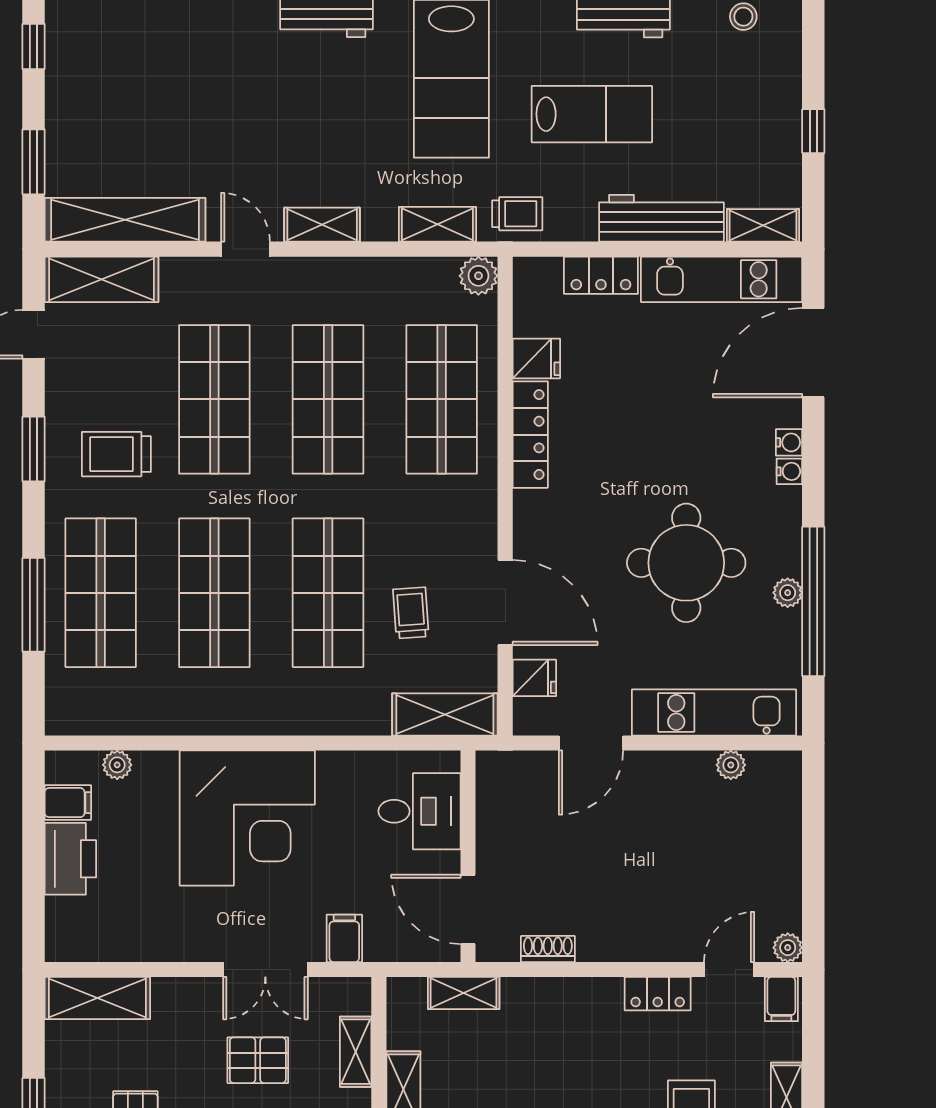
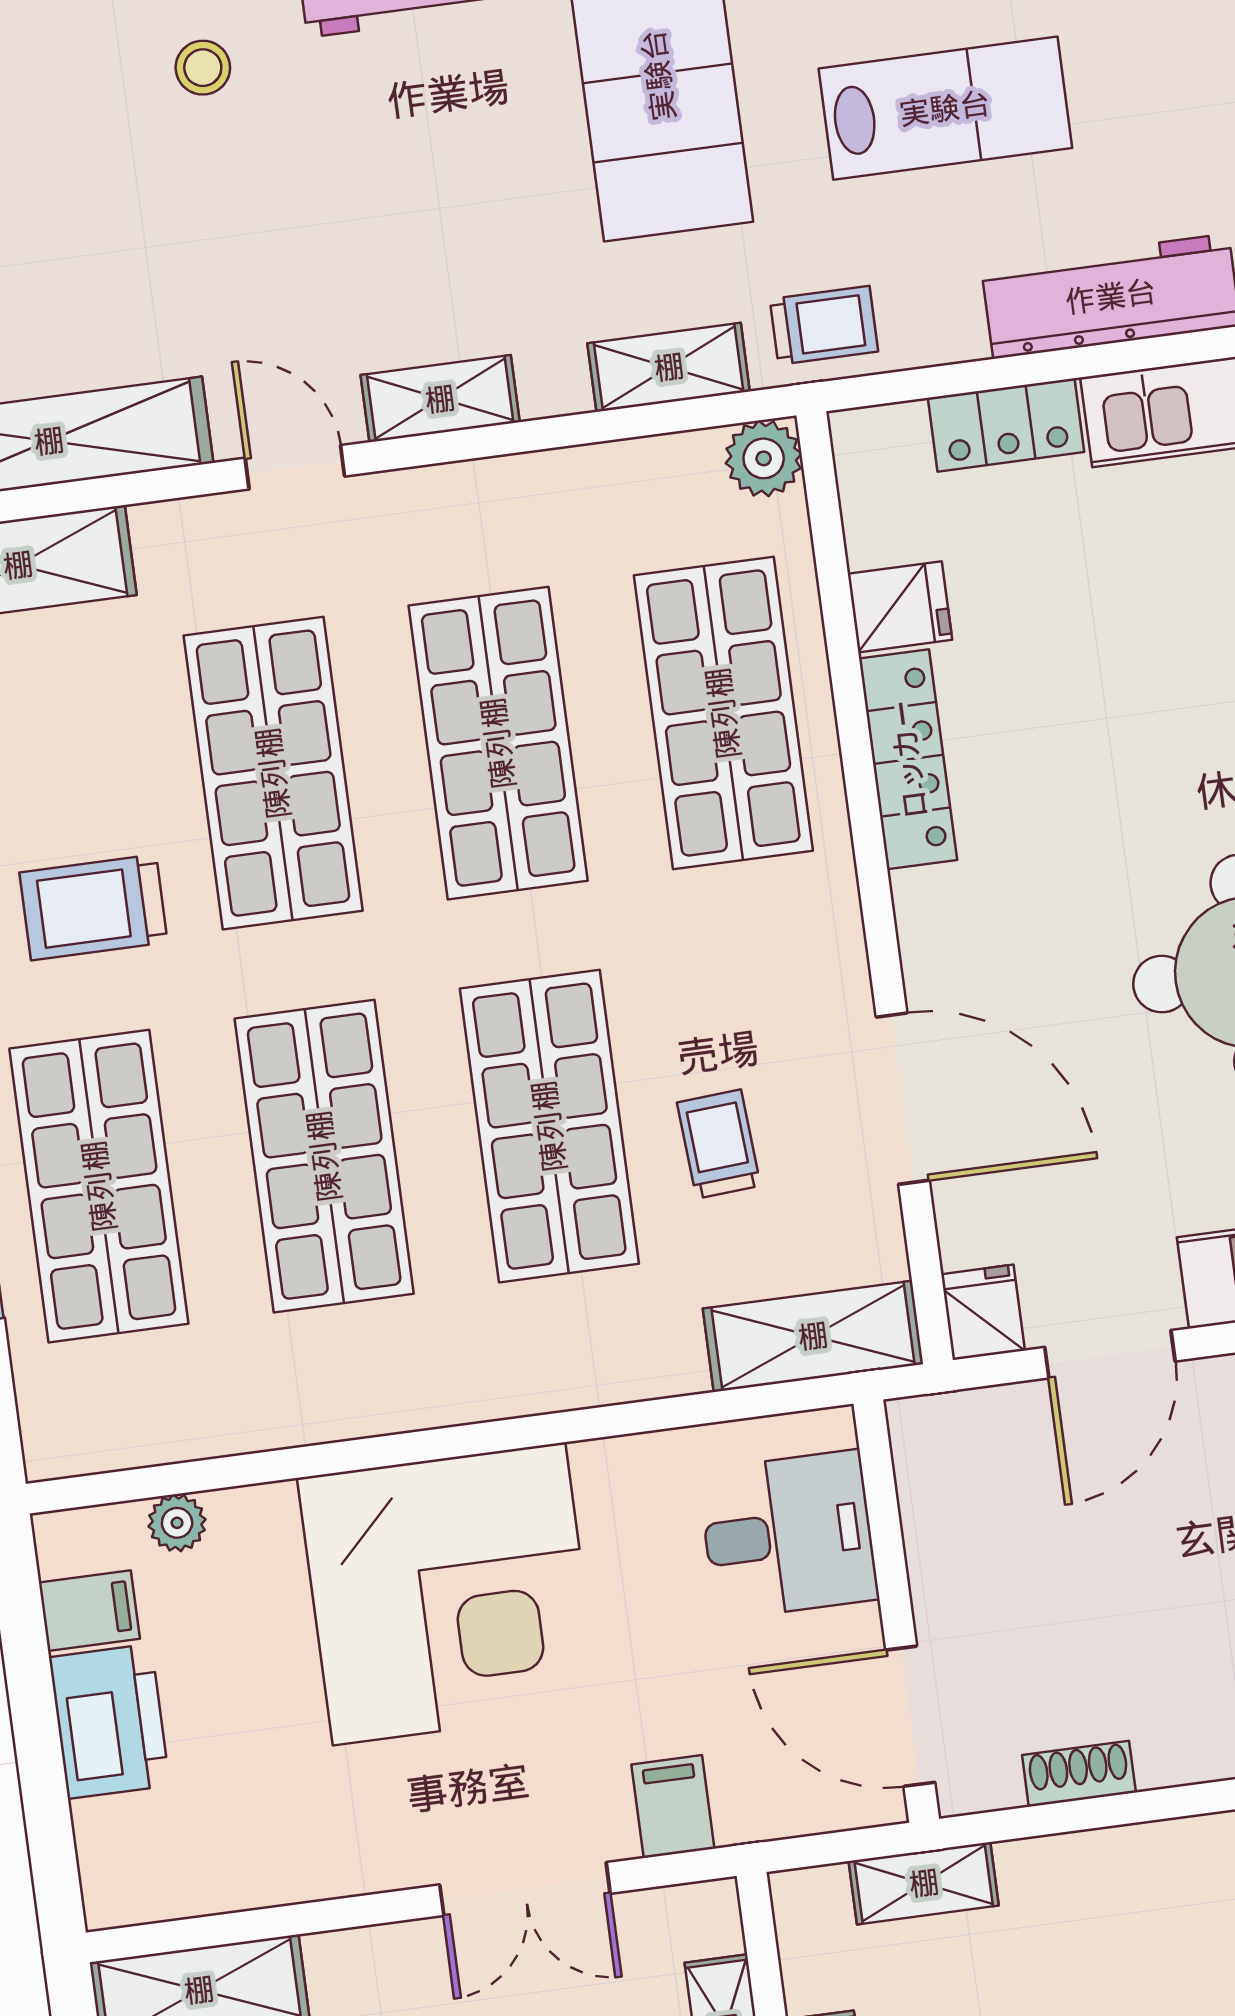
stool: (226, 45) -> (203, 68), added
fridge: (534, 678) -> (983, 1312), moved, turned -90

